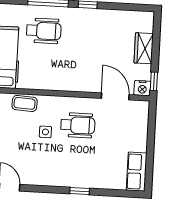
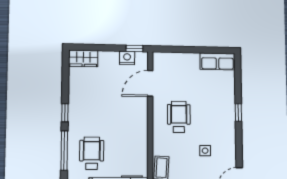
wardrobe: (144, 48) -> (83, 58), moved
nightstand: (142, 88) -> (127, 58), moved, turned -90
side table: (45, 132) -> (205, 151), moved

